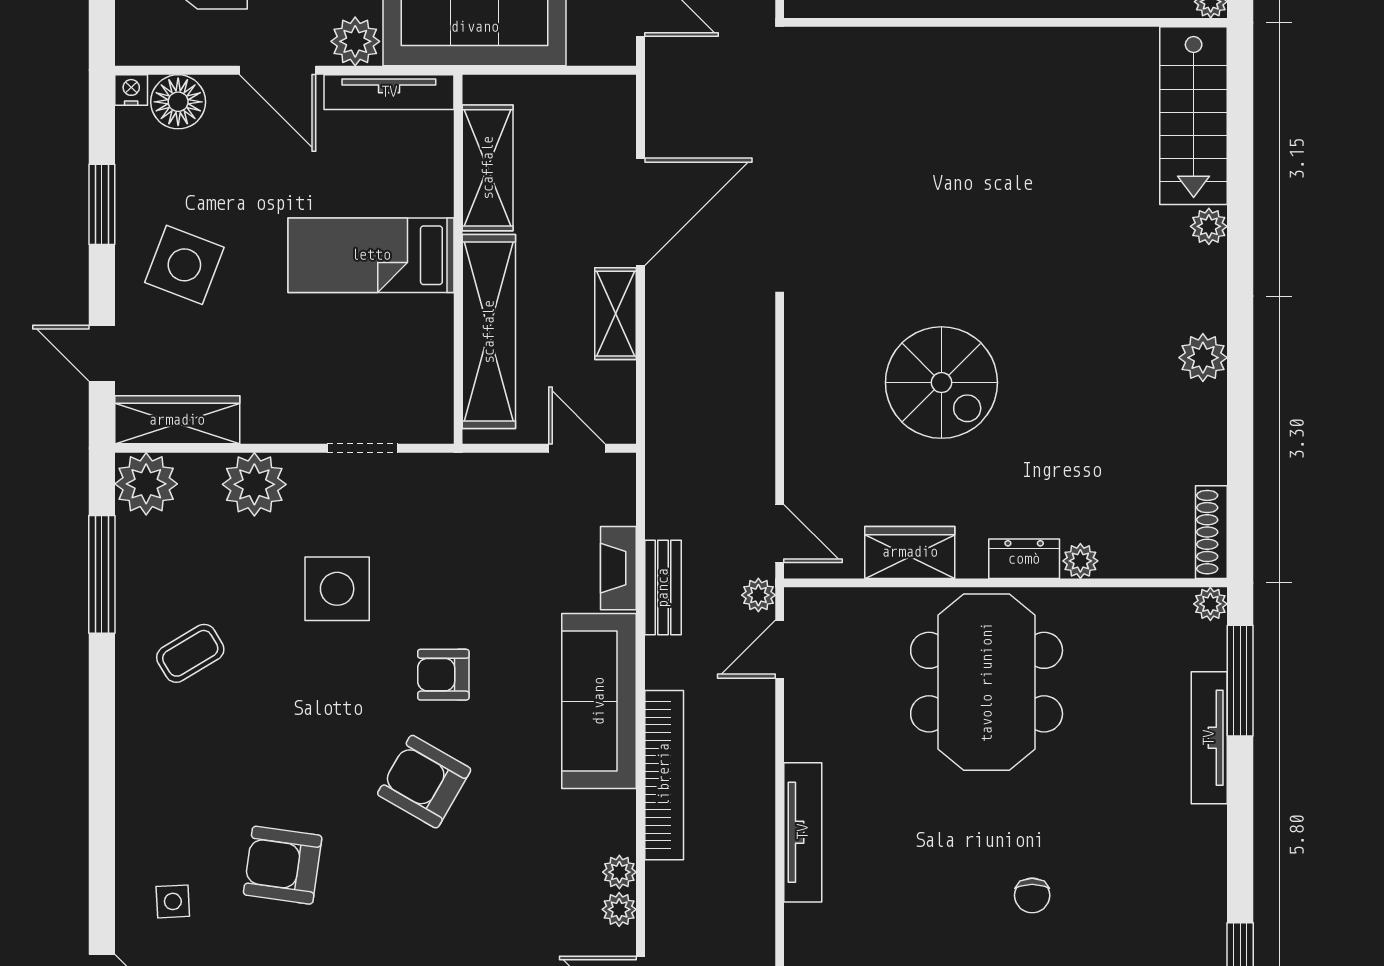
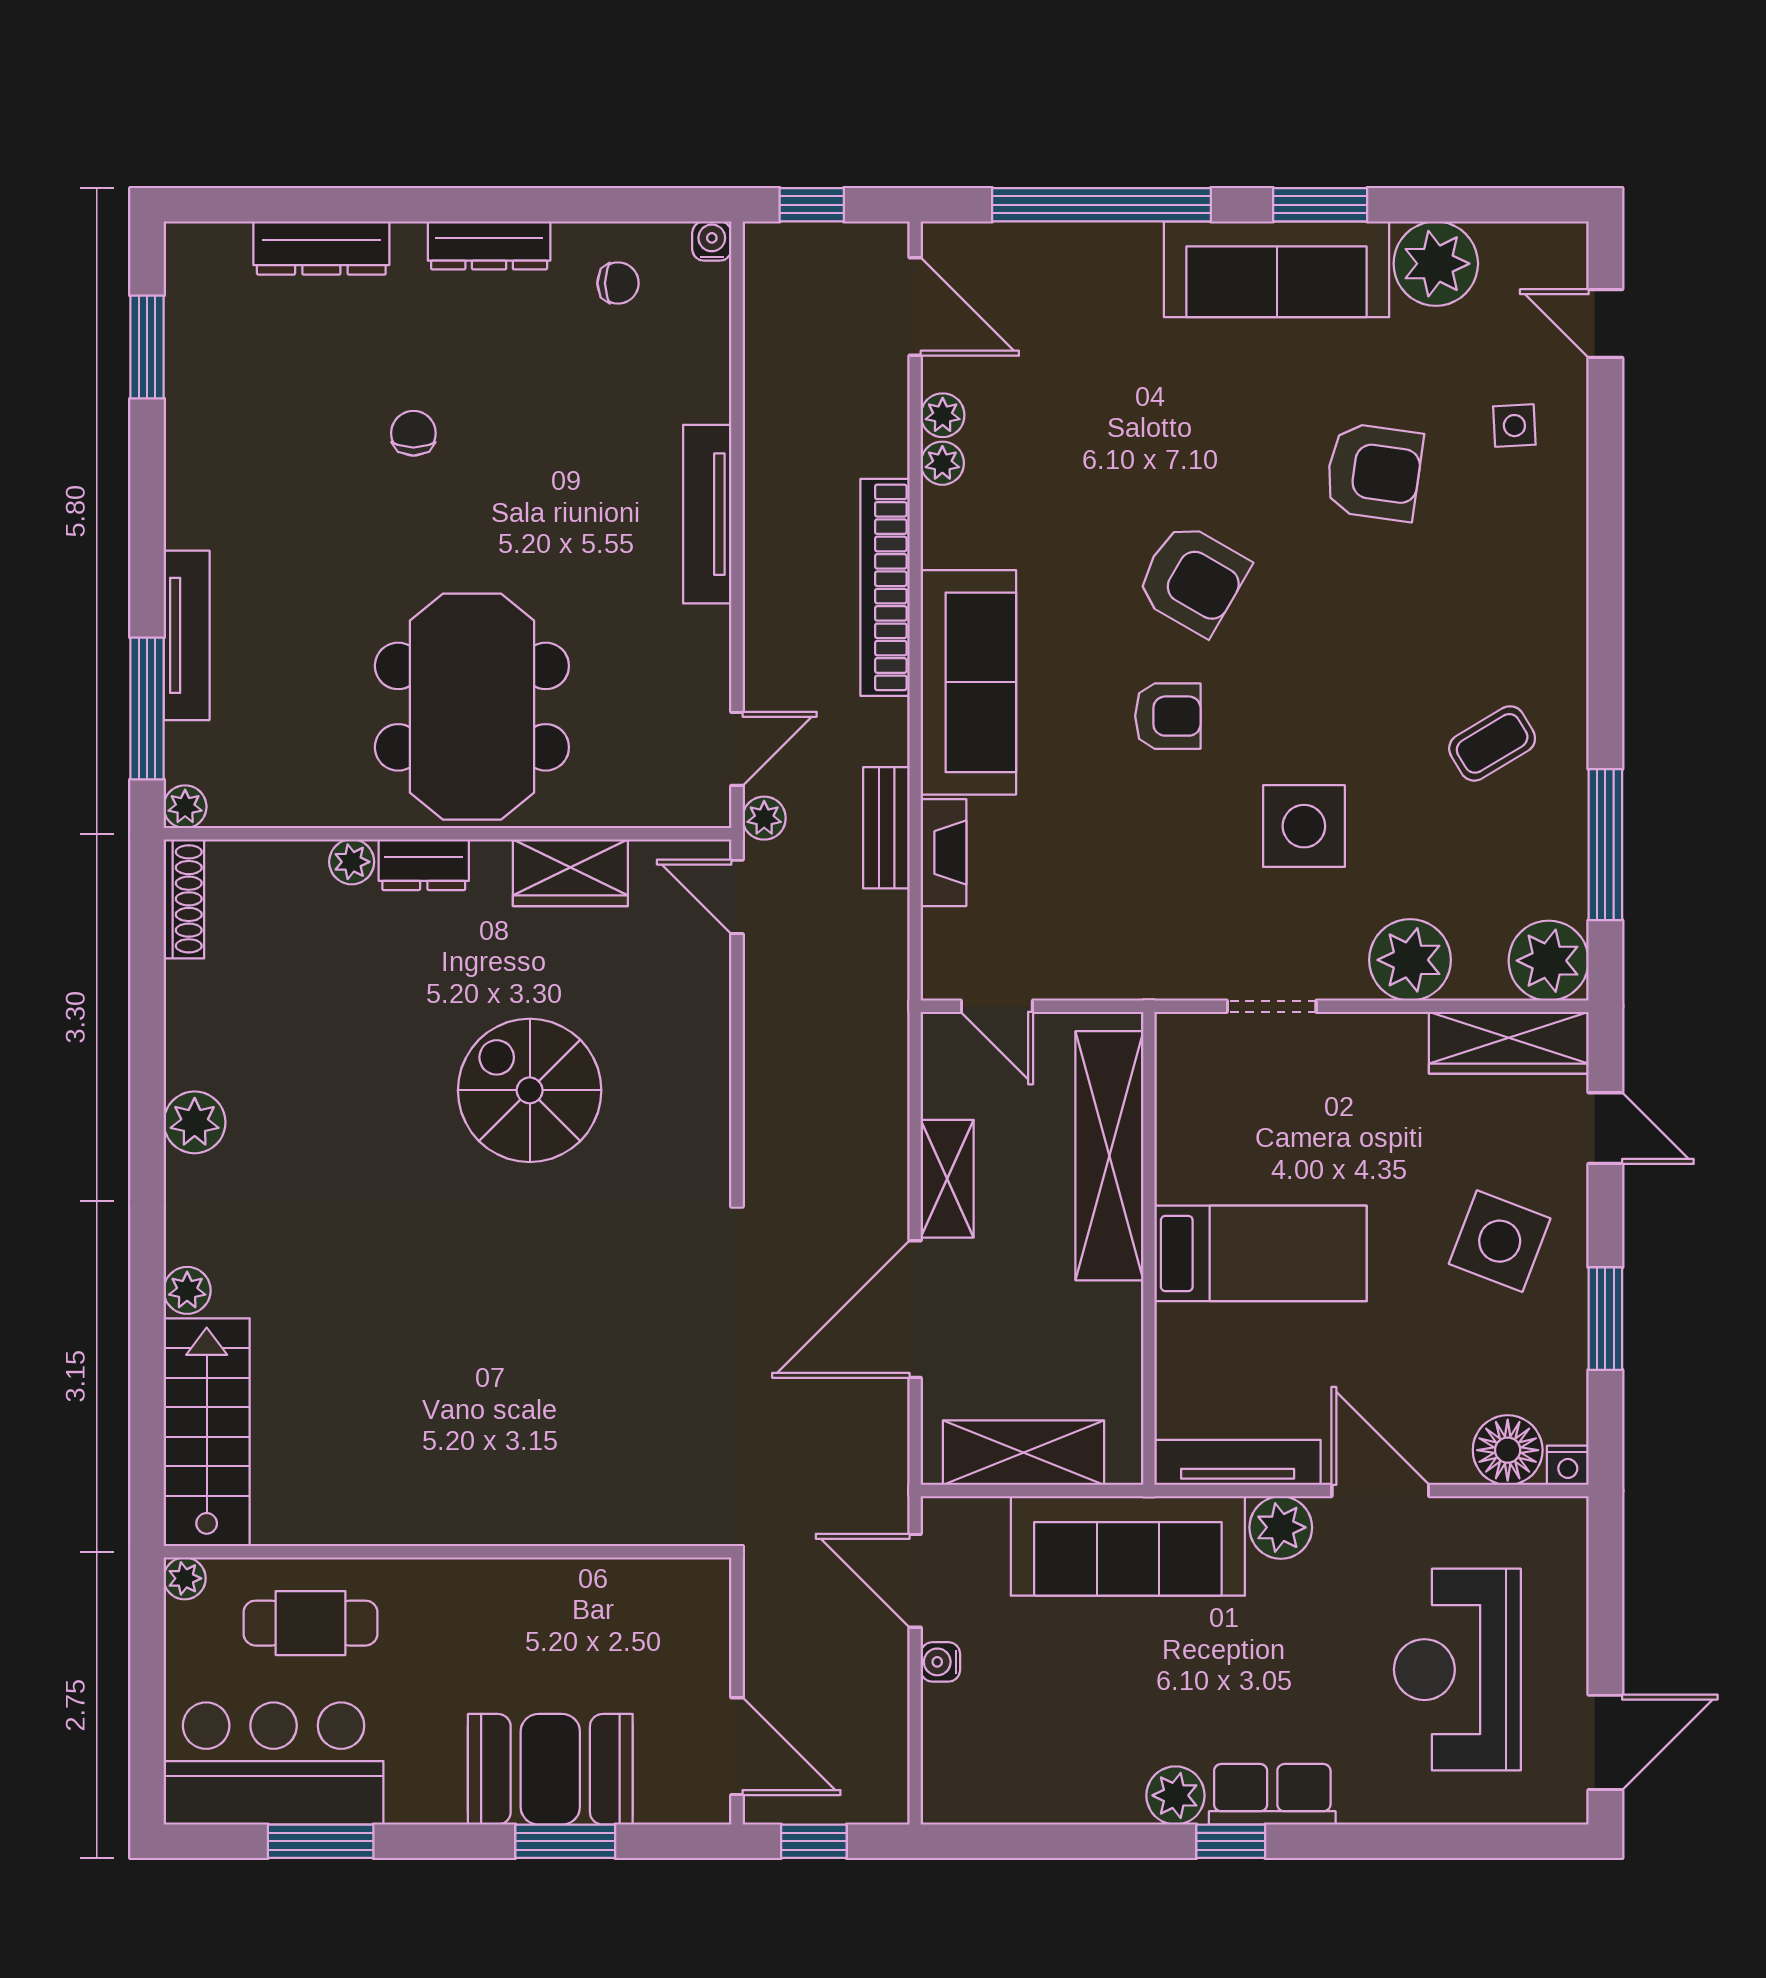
shelving: (488, 168) -> (1023, 1453), moved, turned 90

